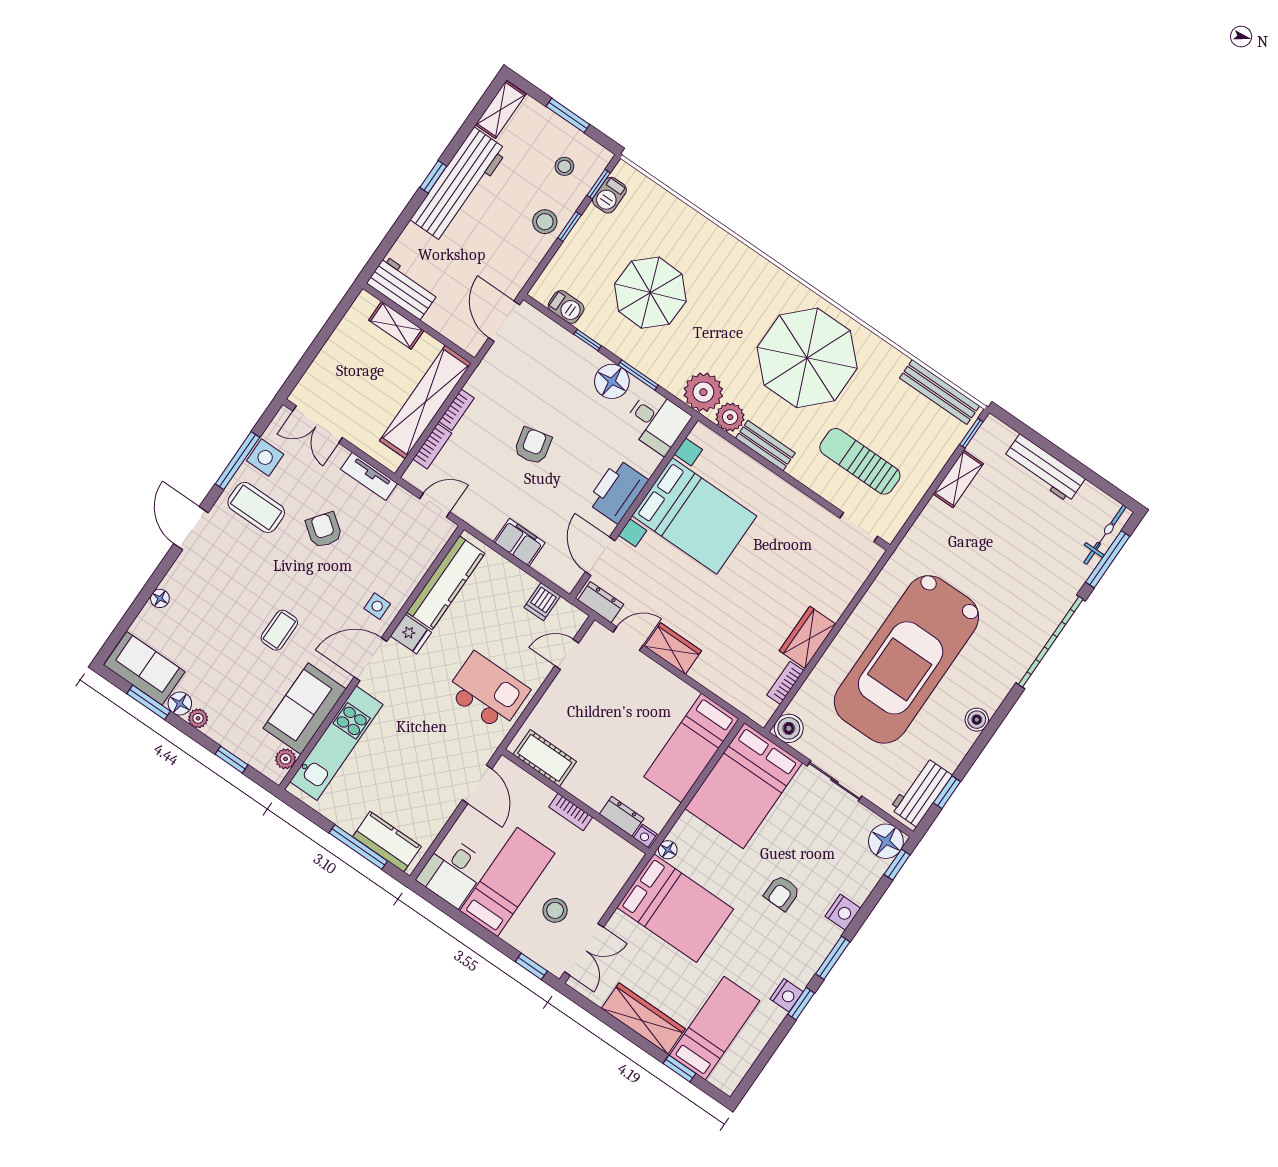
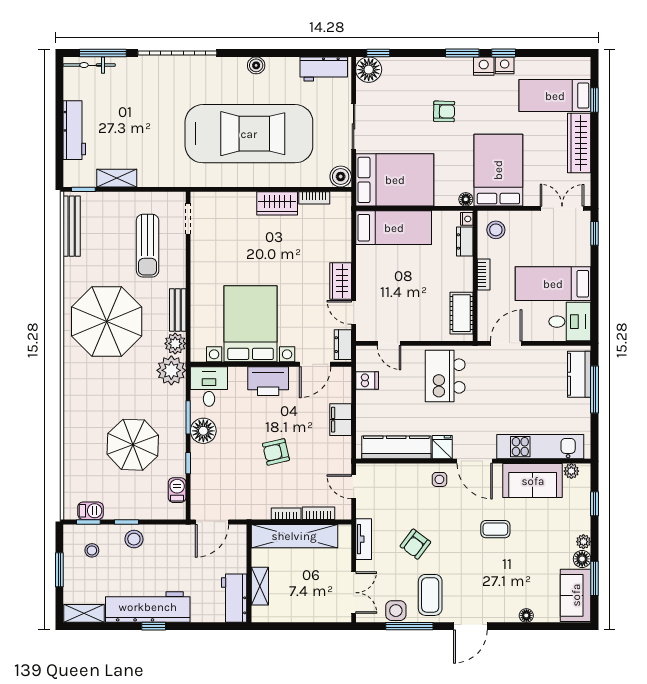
window: (947, 792) -> (313, 53), removed
stool: (555, 910) -> (496, 230), moved
nightstand: (843, 912) -> (484, 66), moved

